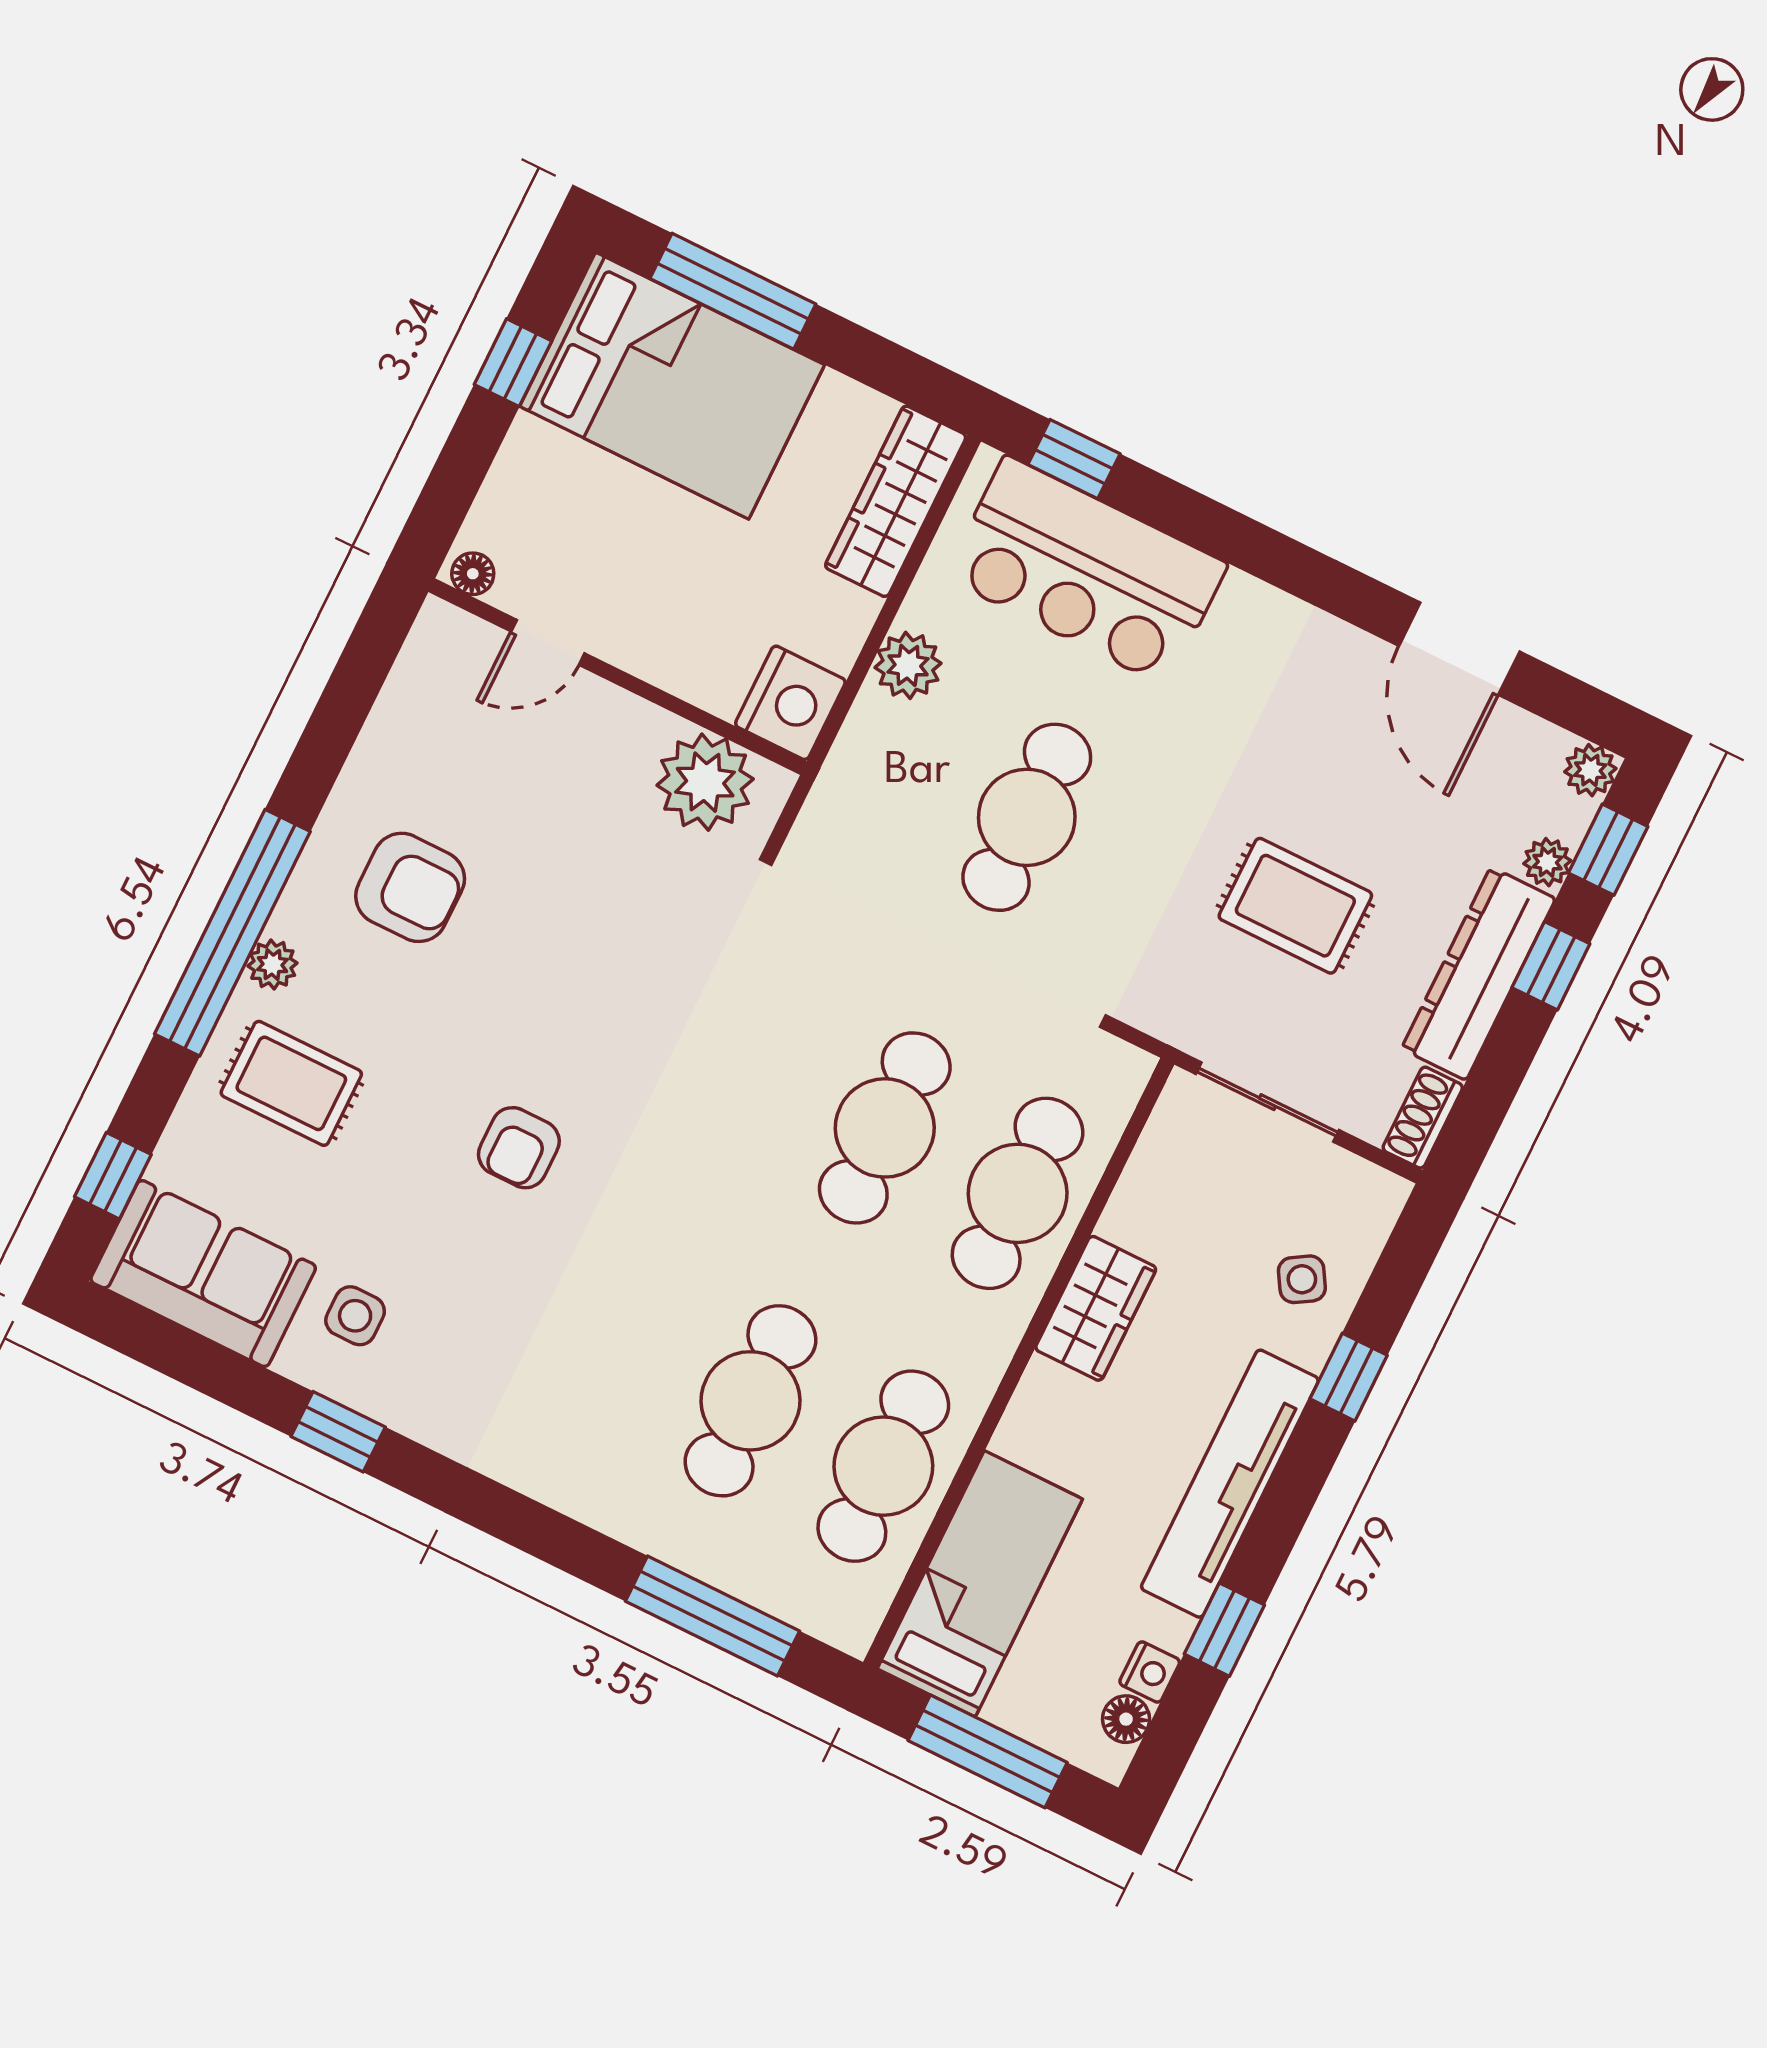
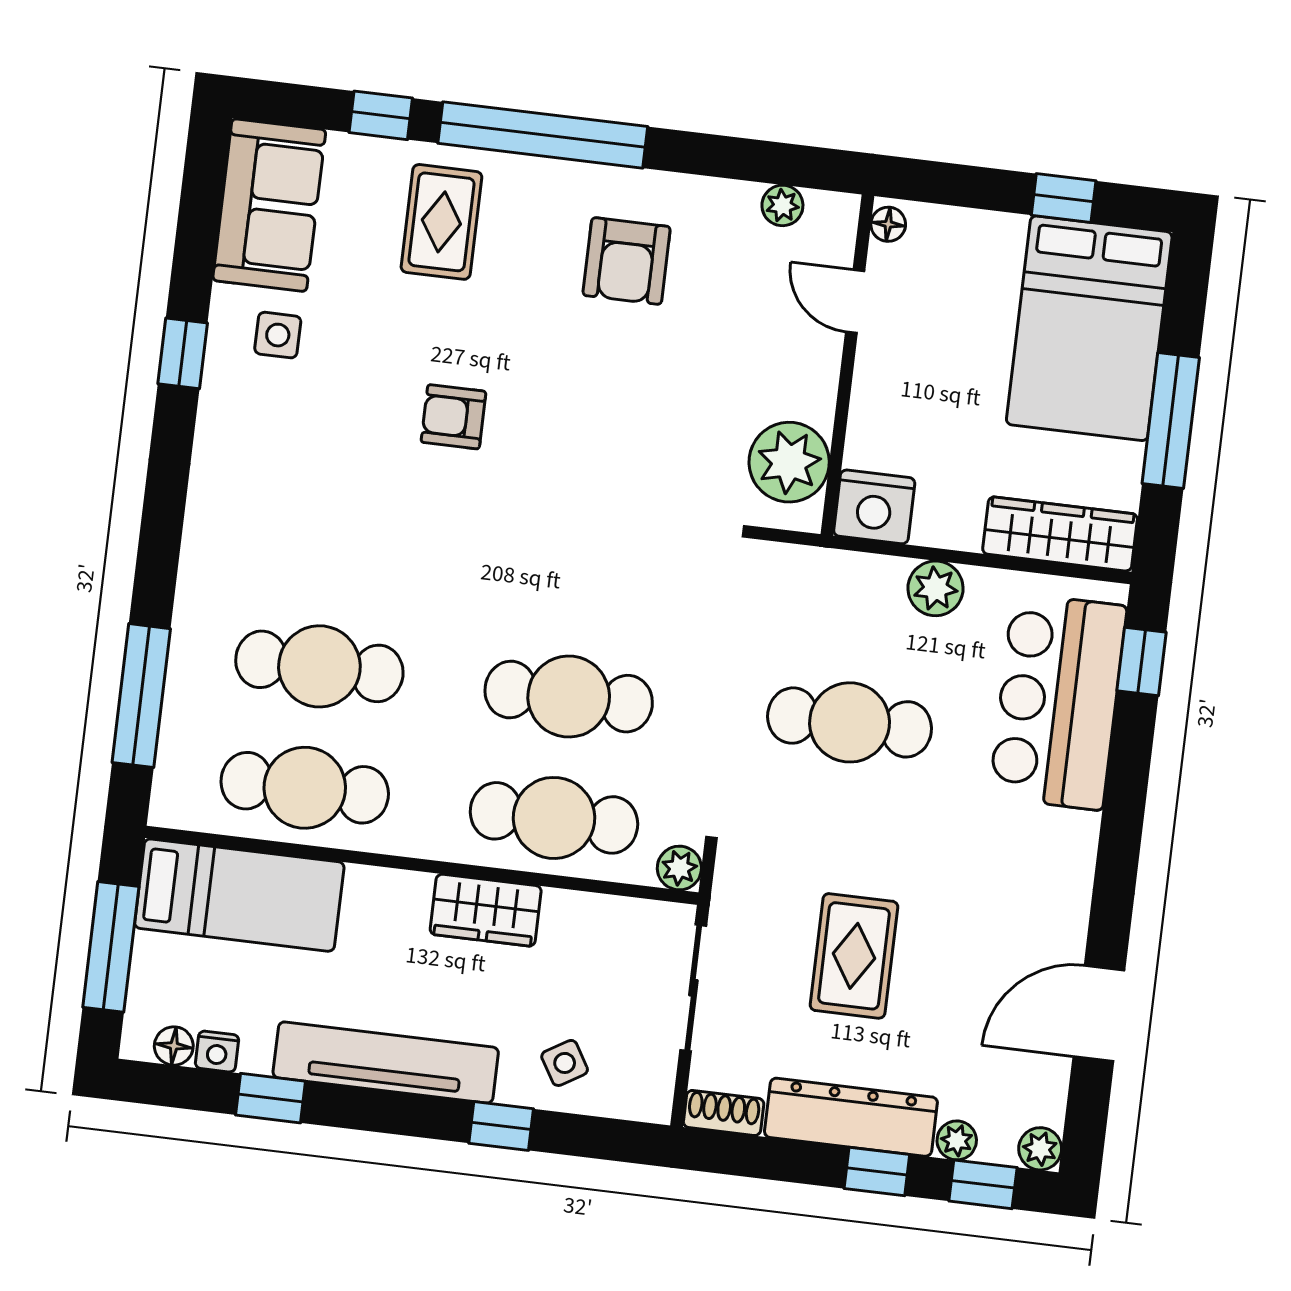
window: (733, 291) -> (1171, 420), moved
plant: (272, 965) -> (782, 205), moved
plant: (1125, 1070) -> (679, 868), added
window: (113, 1176) -> (381, 115), moved

